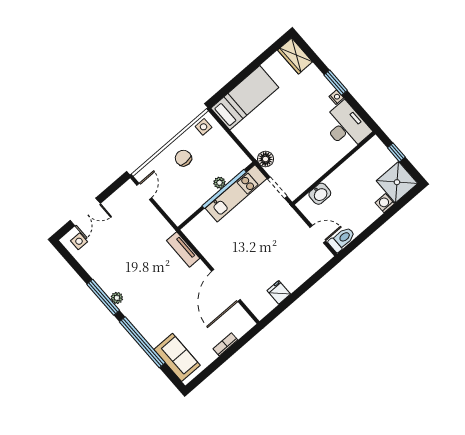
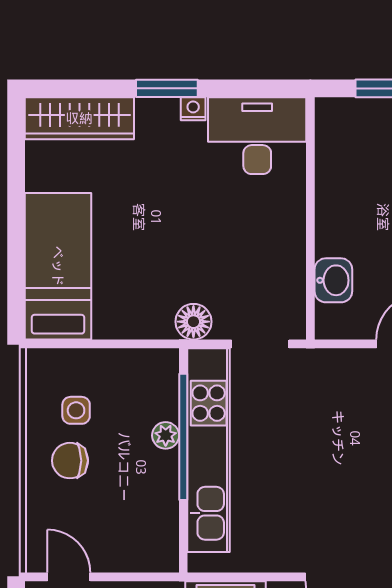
wardrobe: (295, 56) -> (79, 118), width x1.50
side table: (204, 127) -> (76, 410), moved
kitchen unit: (236, 193) -> (209, 450), width x1.36

